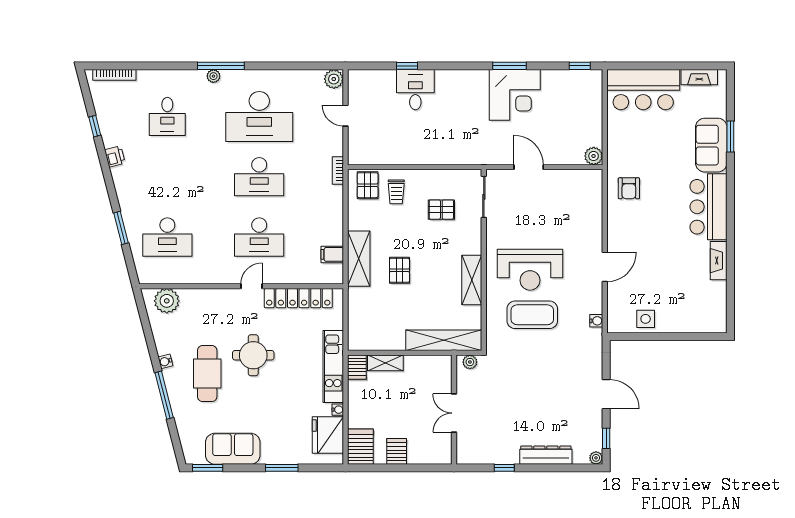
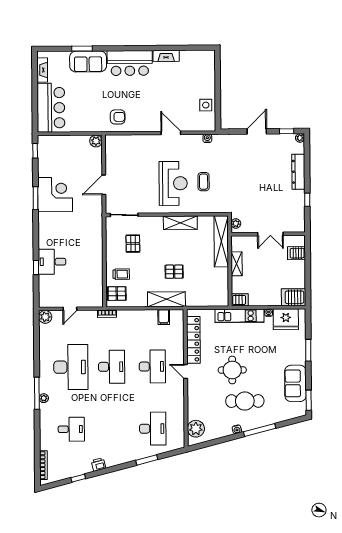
coffee table: (532, 315) -> (204, 182), width x0.54, depth x0.58
shelving: (385, 363) -> (237, 264), moved
server rack: (397, 451) -> (296, 253), moved

